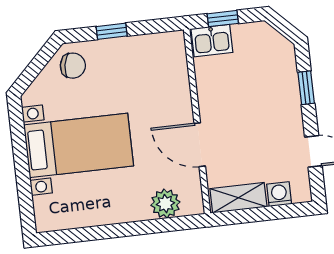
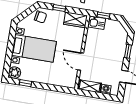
wardrobe: (159, 48) -> (75, 20), added
plant: (165, 204) -> (15, 73), moved
window: (82, 234) -> (25, 83), added

